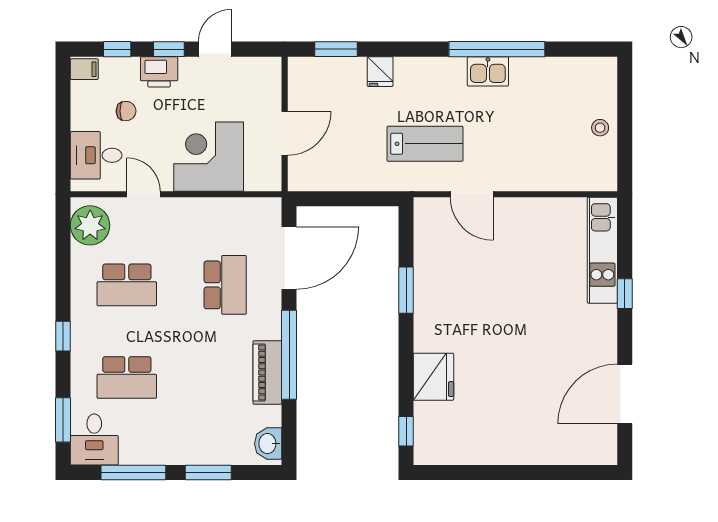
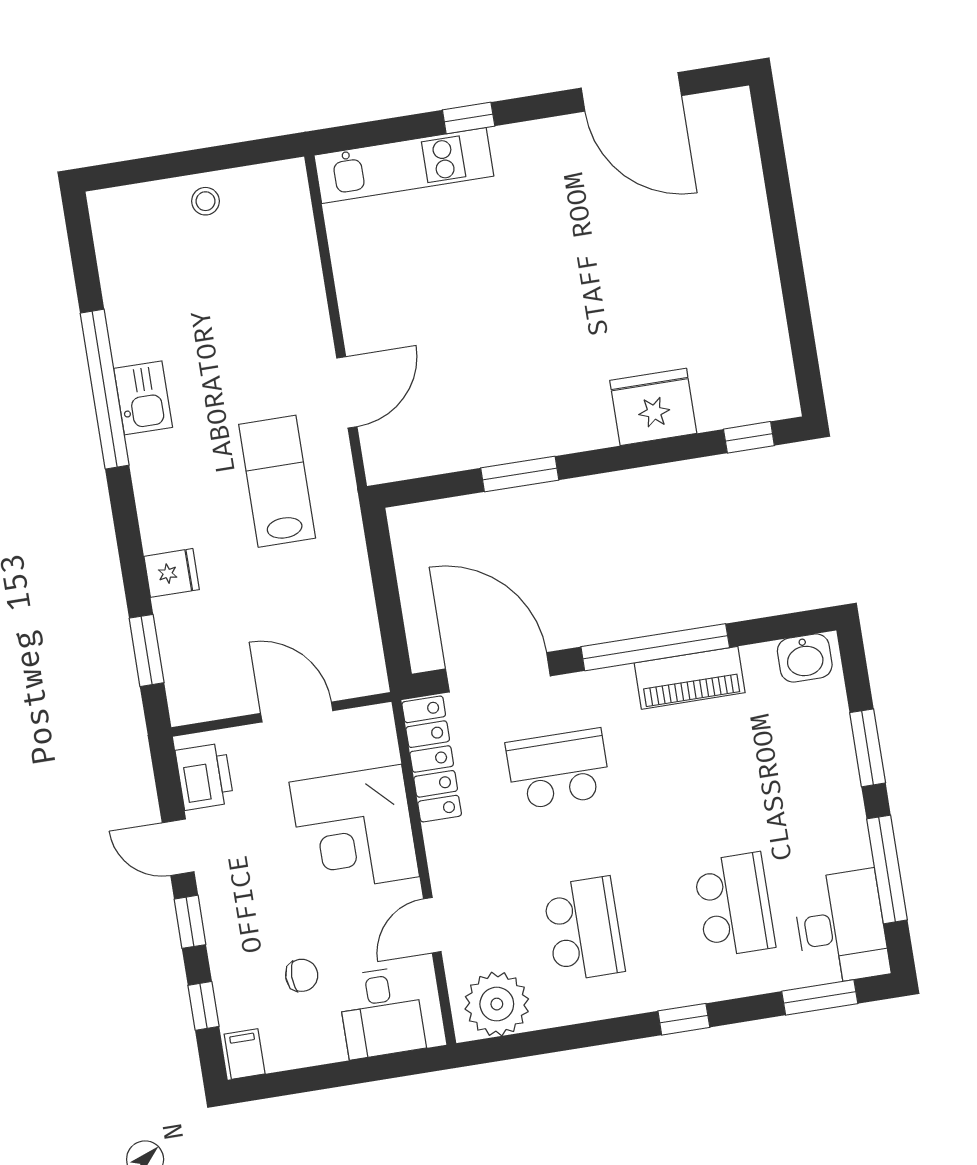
printer: (159, 72) -> (205, 777), moved
chair: (126, 111) -> (302, 975), turned 90
locker: (243, 210) -> (432, 759), added
desk: (94, 440) -> (841, 927), width x1.37

